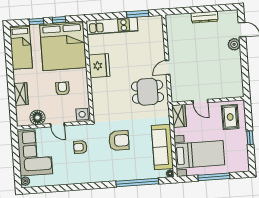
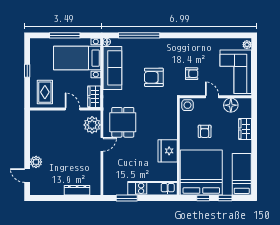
dresser: (204, 17) -> (77, 190), moved
plant: (179, 87) -> (92, 125), added
dining table: (148, 92) -> (123, 122), turned 90

